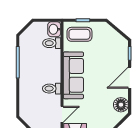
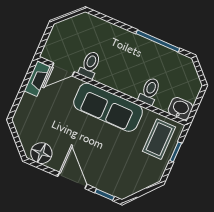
toilet: (52, 43) -> (150, 91), moved
toilet: (52, 89) -> (90, 65), moved
door: (62, 114) -> (63, 69), hinge flipped

